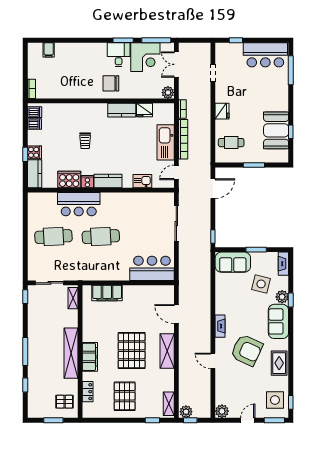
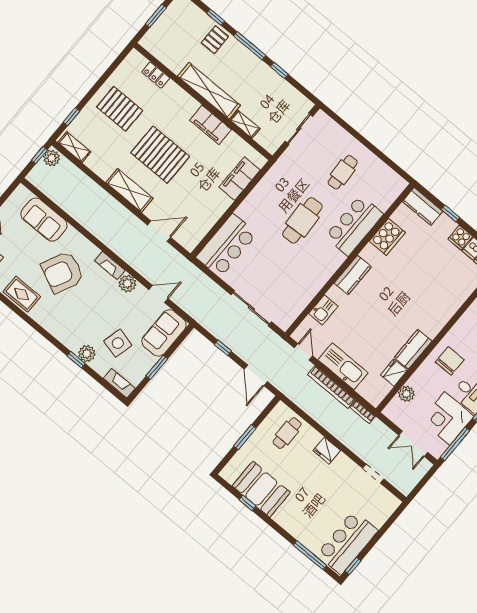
window: (236, 40) -> (353, 566), moved
double door: (176, 64) -> (413, 444), swing flipped
plant: (168, 93) -> (406, 394), moved
trolley: (85, 141) -> (413, 286), removed
cooker: (34, 152) -> (460, 238), moved
cooker: (87, 182) -> (370, 253), removed
cafe table: (53, 237) -> (343, 172), width x0.73, depth x0.74
window: (213, 237) -> (223, 348), moved
window: (25, 297) -> (279, 70), moved
shelving: (73, 298) -> (245, 124), moved
sofa: (278, 321) -> (44, 220), moved, turned 180
filing cabinet: (90, 357) -> (211, 125), moved
door: (213, 361) -> (159, 294), moved
pallet: (65, 402) -> (215, 40), moved
plant: (222, 411) -> (127, 283), moved

